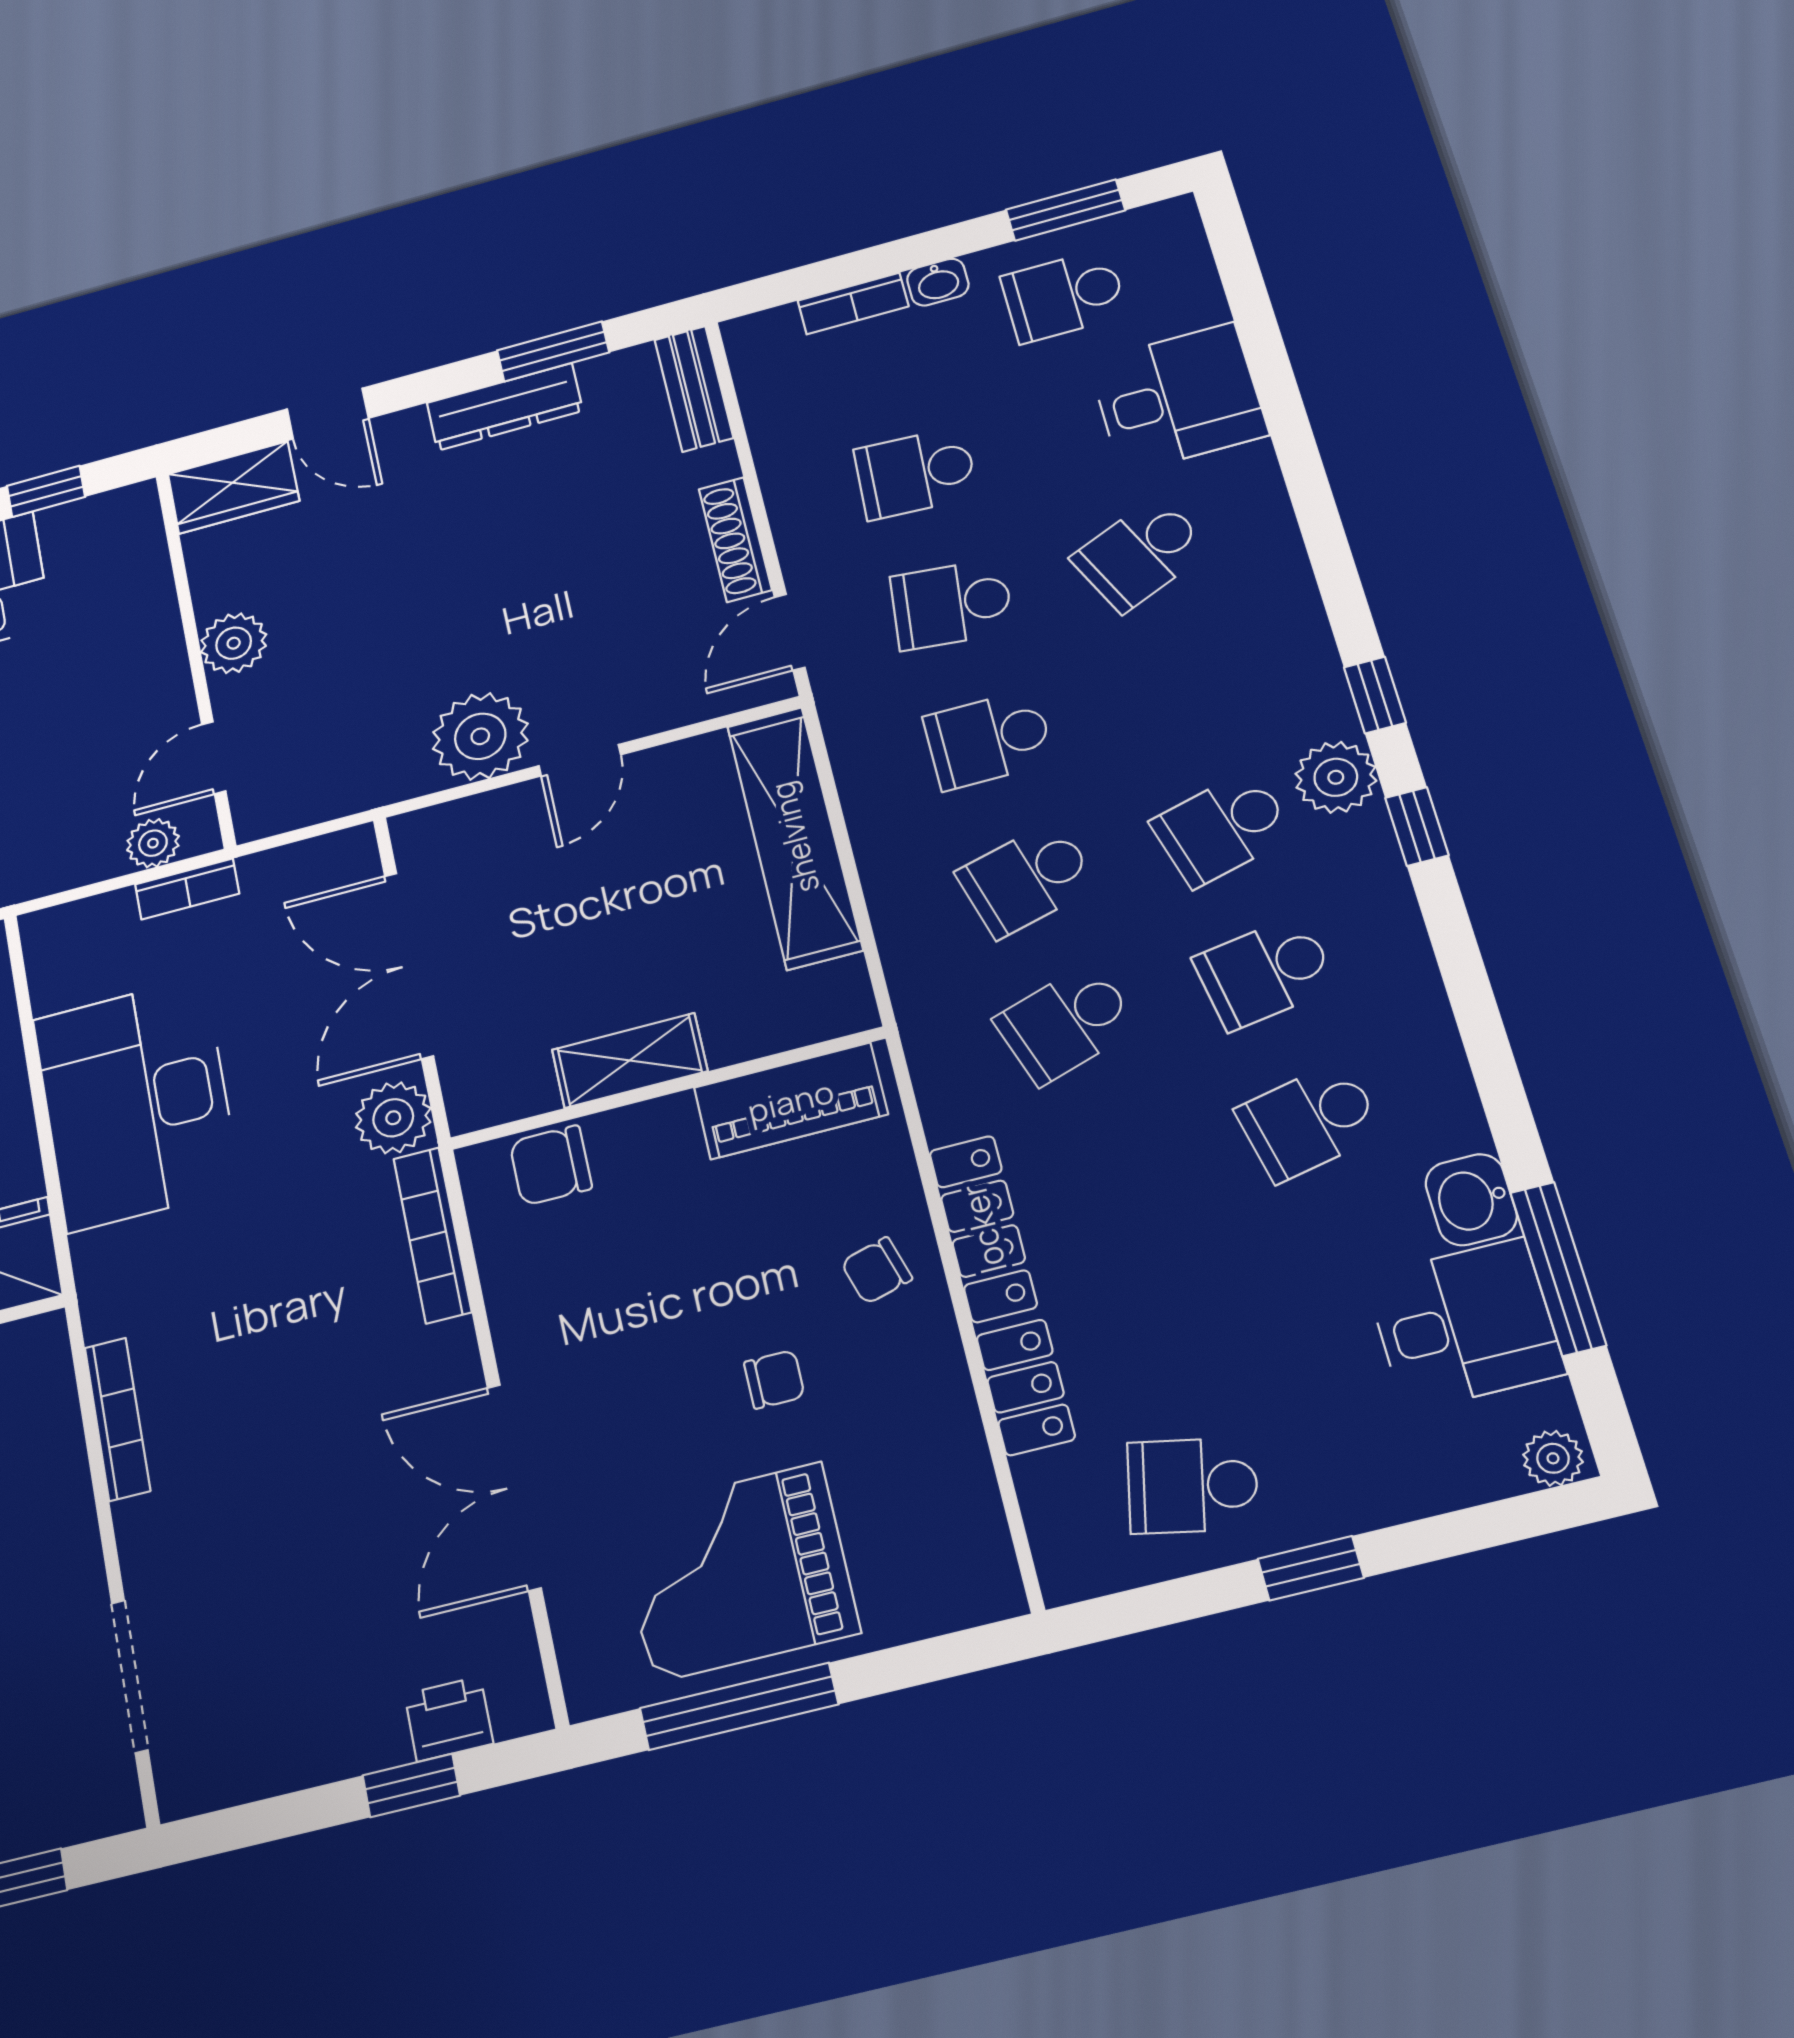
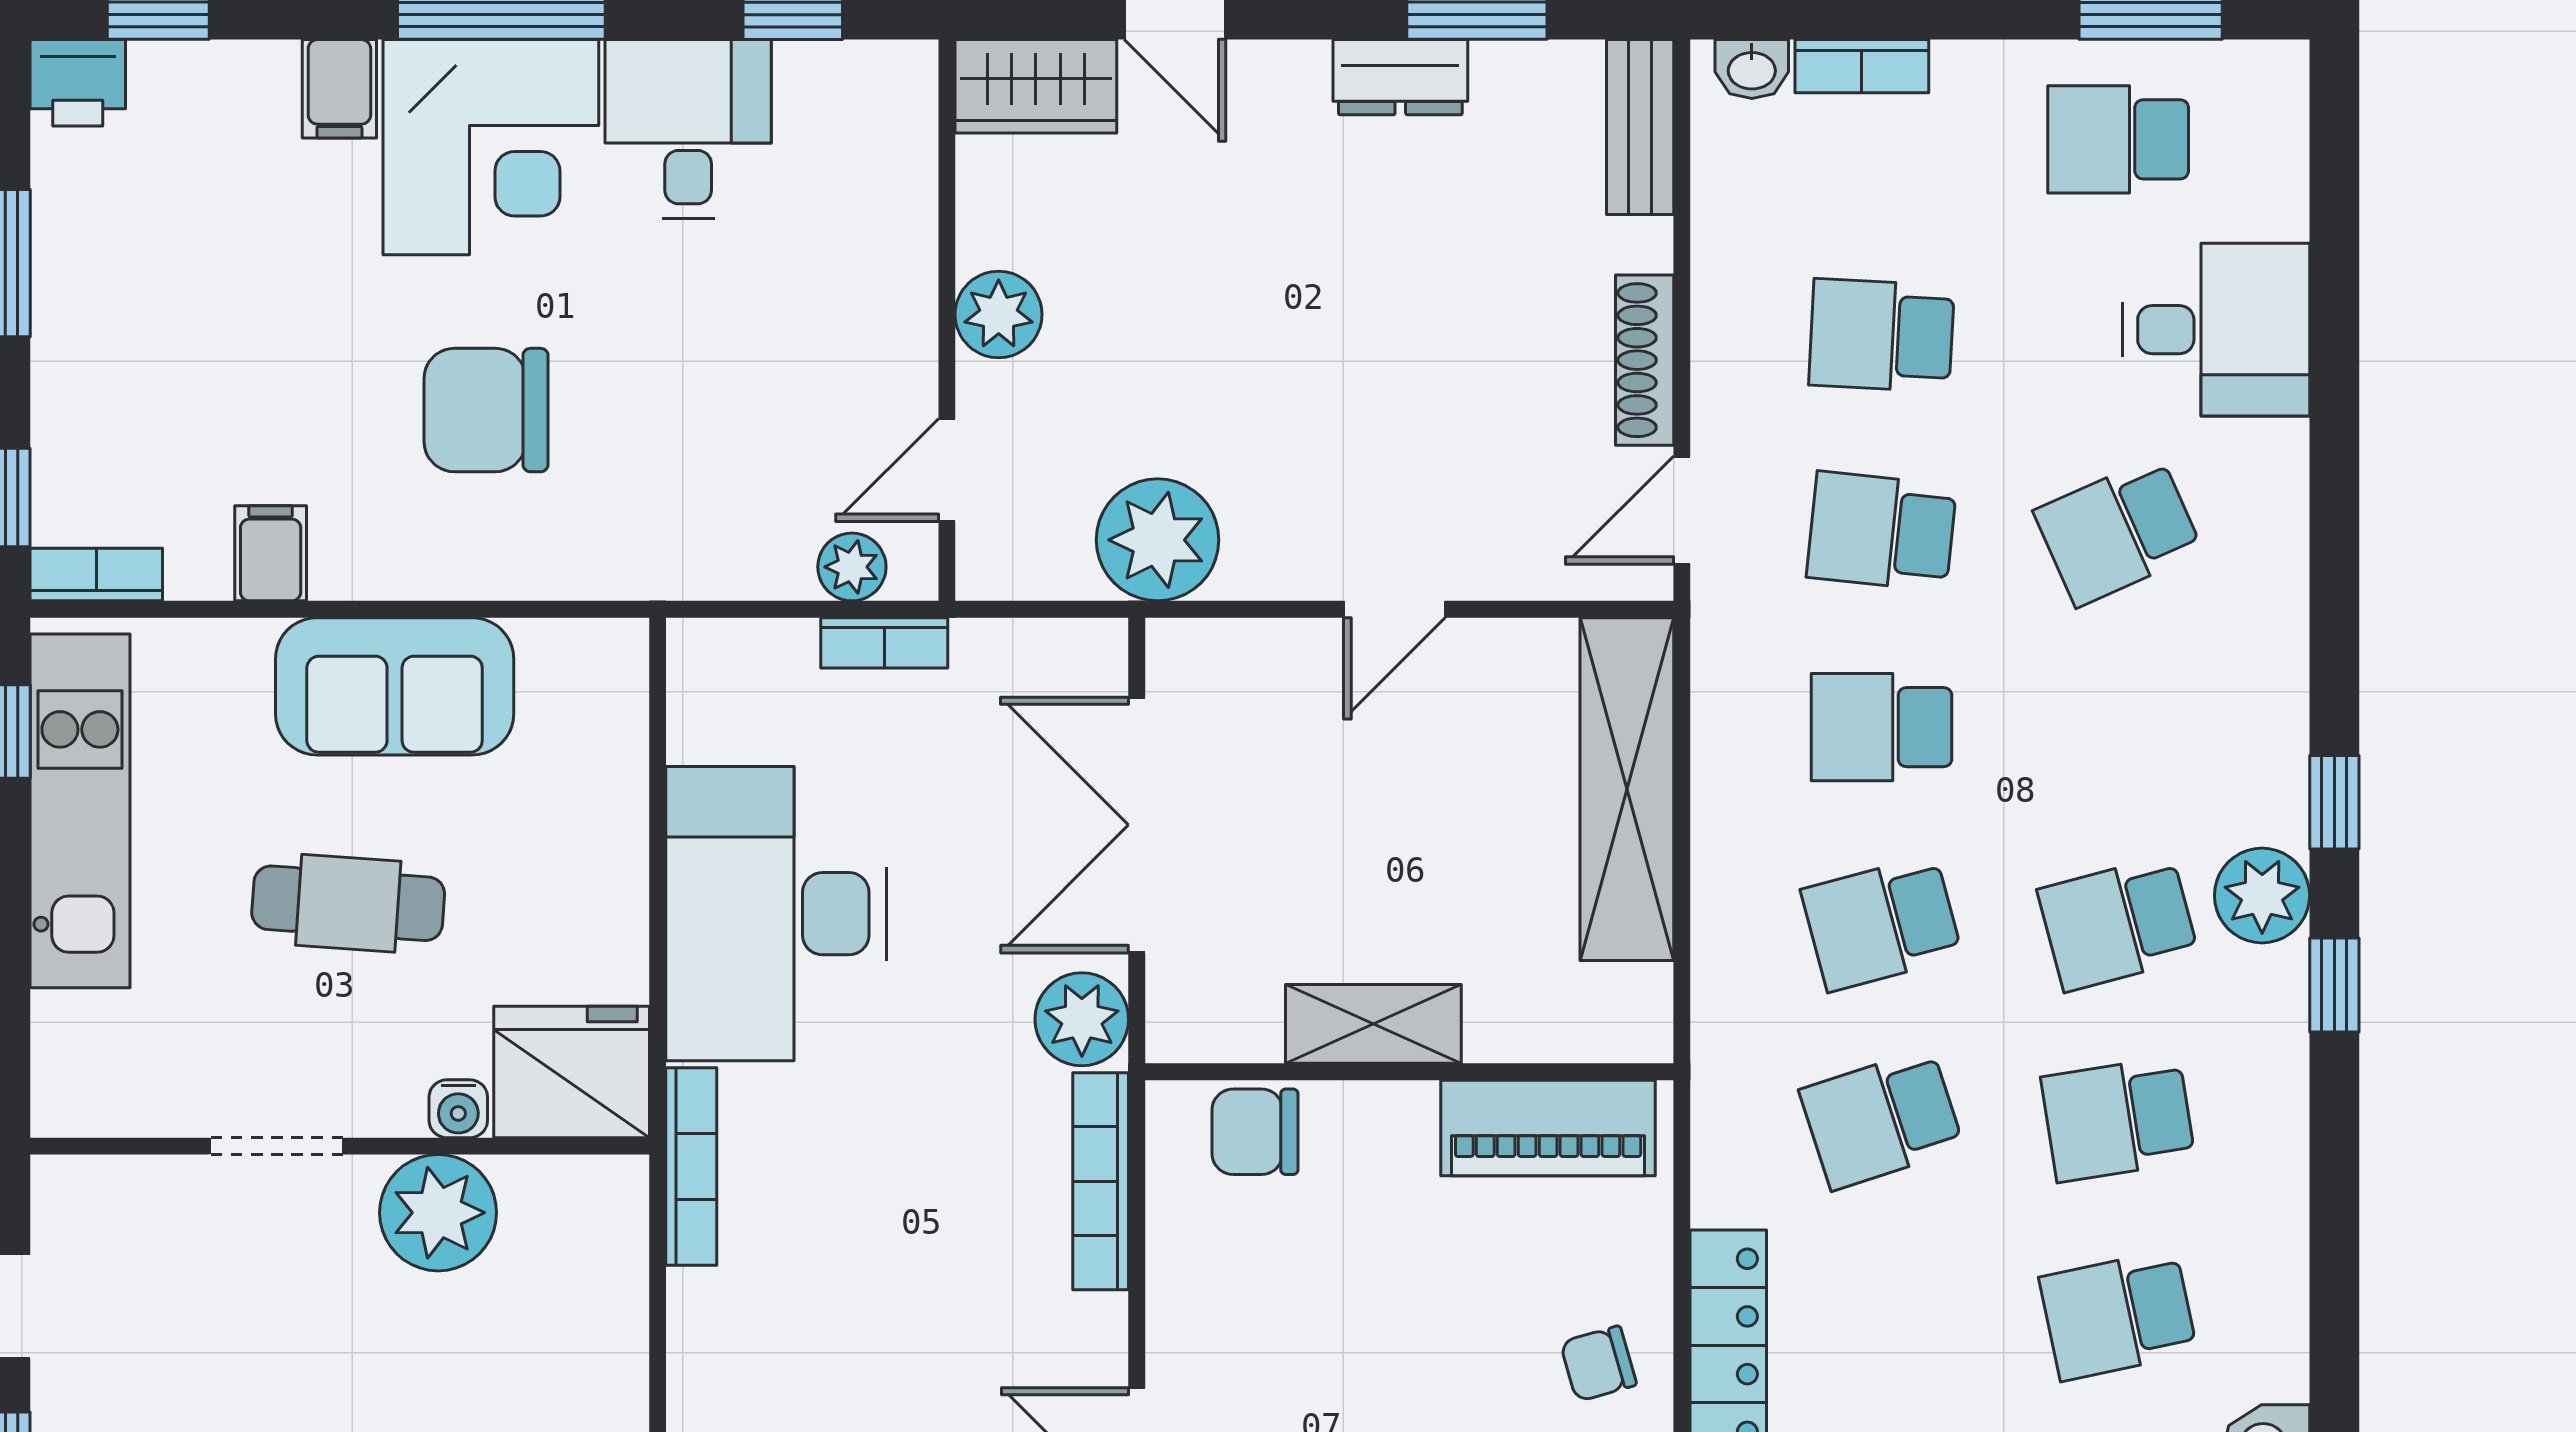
washbasin: (938, 282) -> (1752, 69), moved
dresser: (505, 407) -> (1400, 77), width x0.70
plant: (480, 736) -> (1158, 540), moved
bookcase: (117, 1419) -> (691, 1166), moved

